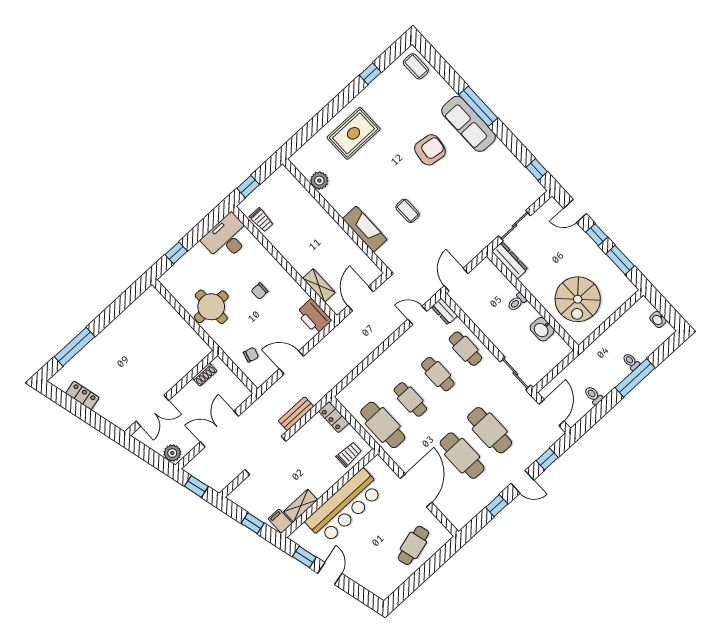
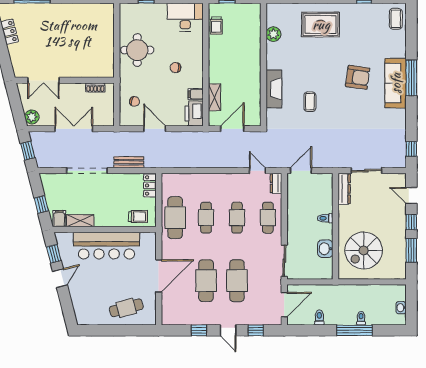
filing cabinet: (300, 298) -> (196, 94), added

